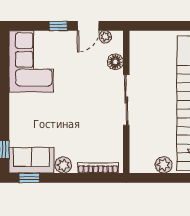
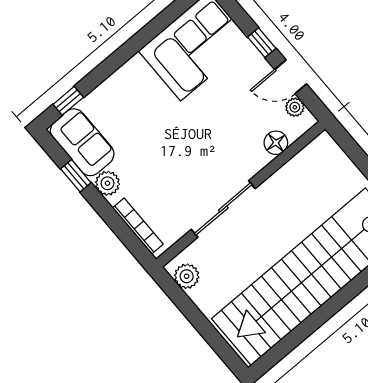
sliding door: (126, 100) -> (223, 209), moved
plant: (164, 165) -> (187, 276), moved
window: (29, 178) -> (76, 176), moved

